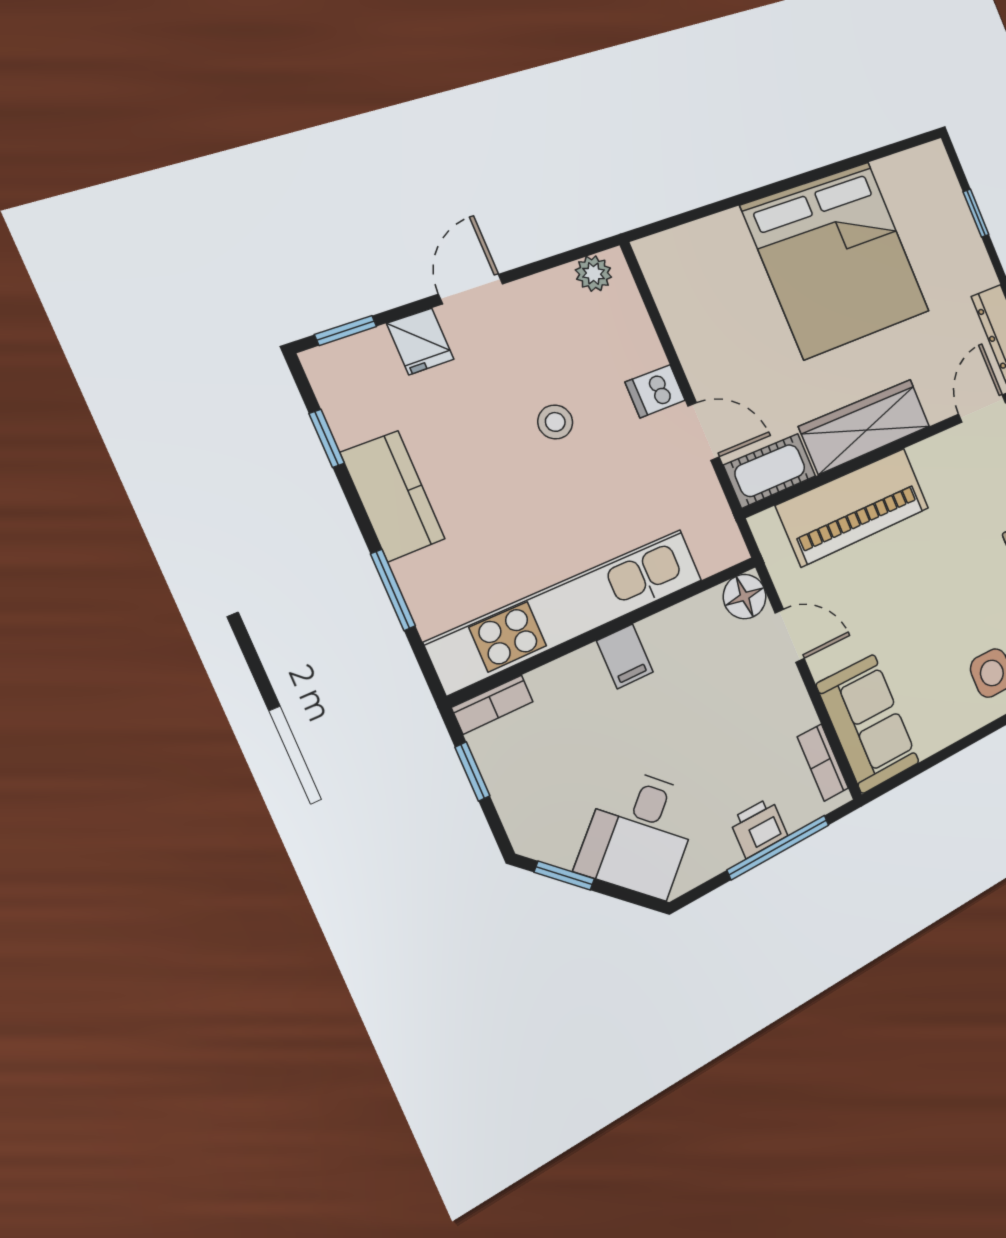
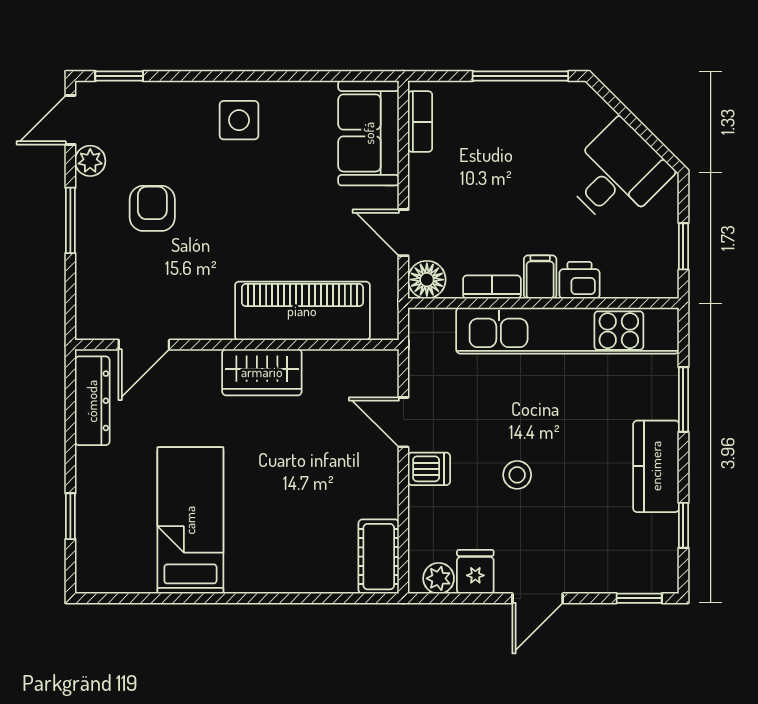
bed: (836, 259) -> (190, 520), width x0.49
fridge: (420, 341) -> (475, 572), moved
wardrobe: (865, 426) -> (262, 372), width x0.67
cot: (770, 471) -> (379, 557), moved, turned 90
bookcase: (492, 705) -> (492, 287), moved
printer: (759, 828) -> (579, 280), moved, turned 180
desk: (640, 833) -> (617, 174), moved
window: (779, 847) -> (520, 76), moved
window: (564, 876) -> (652, 140), removed

